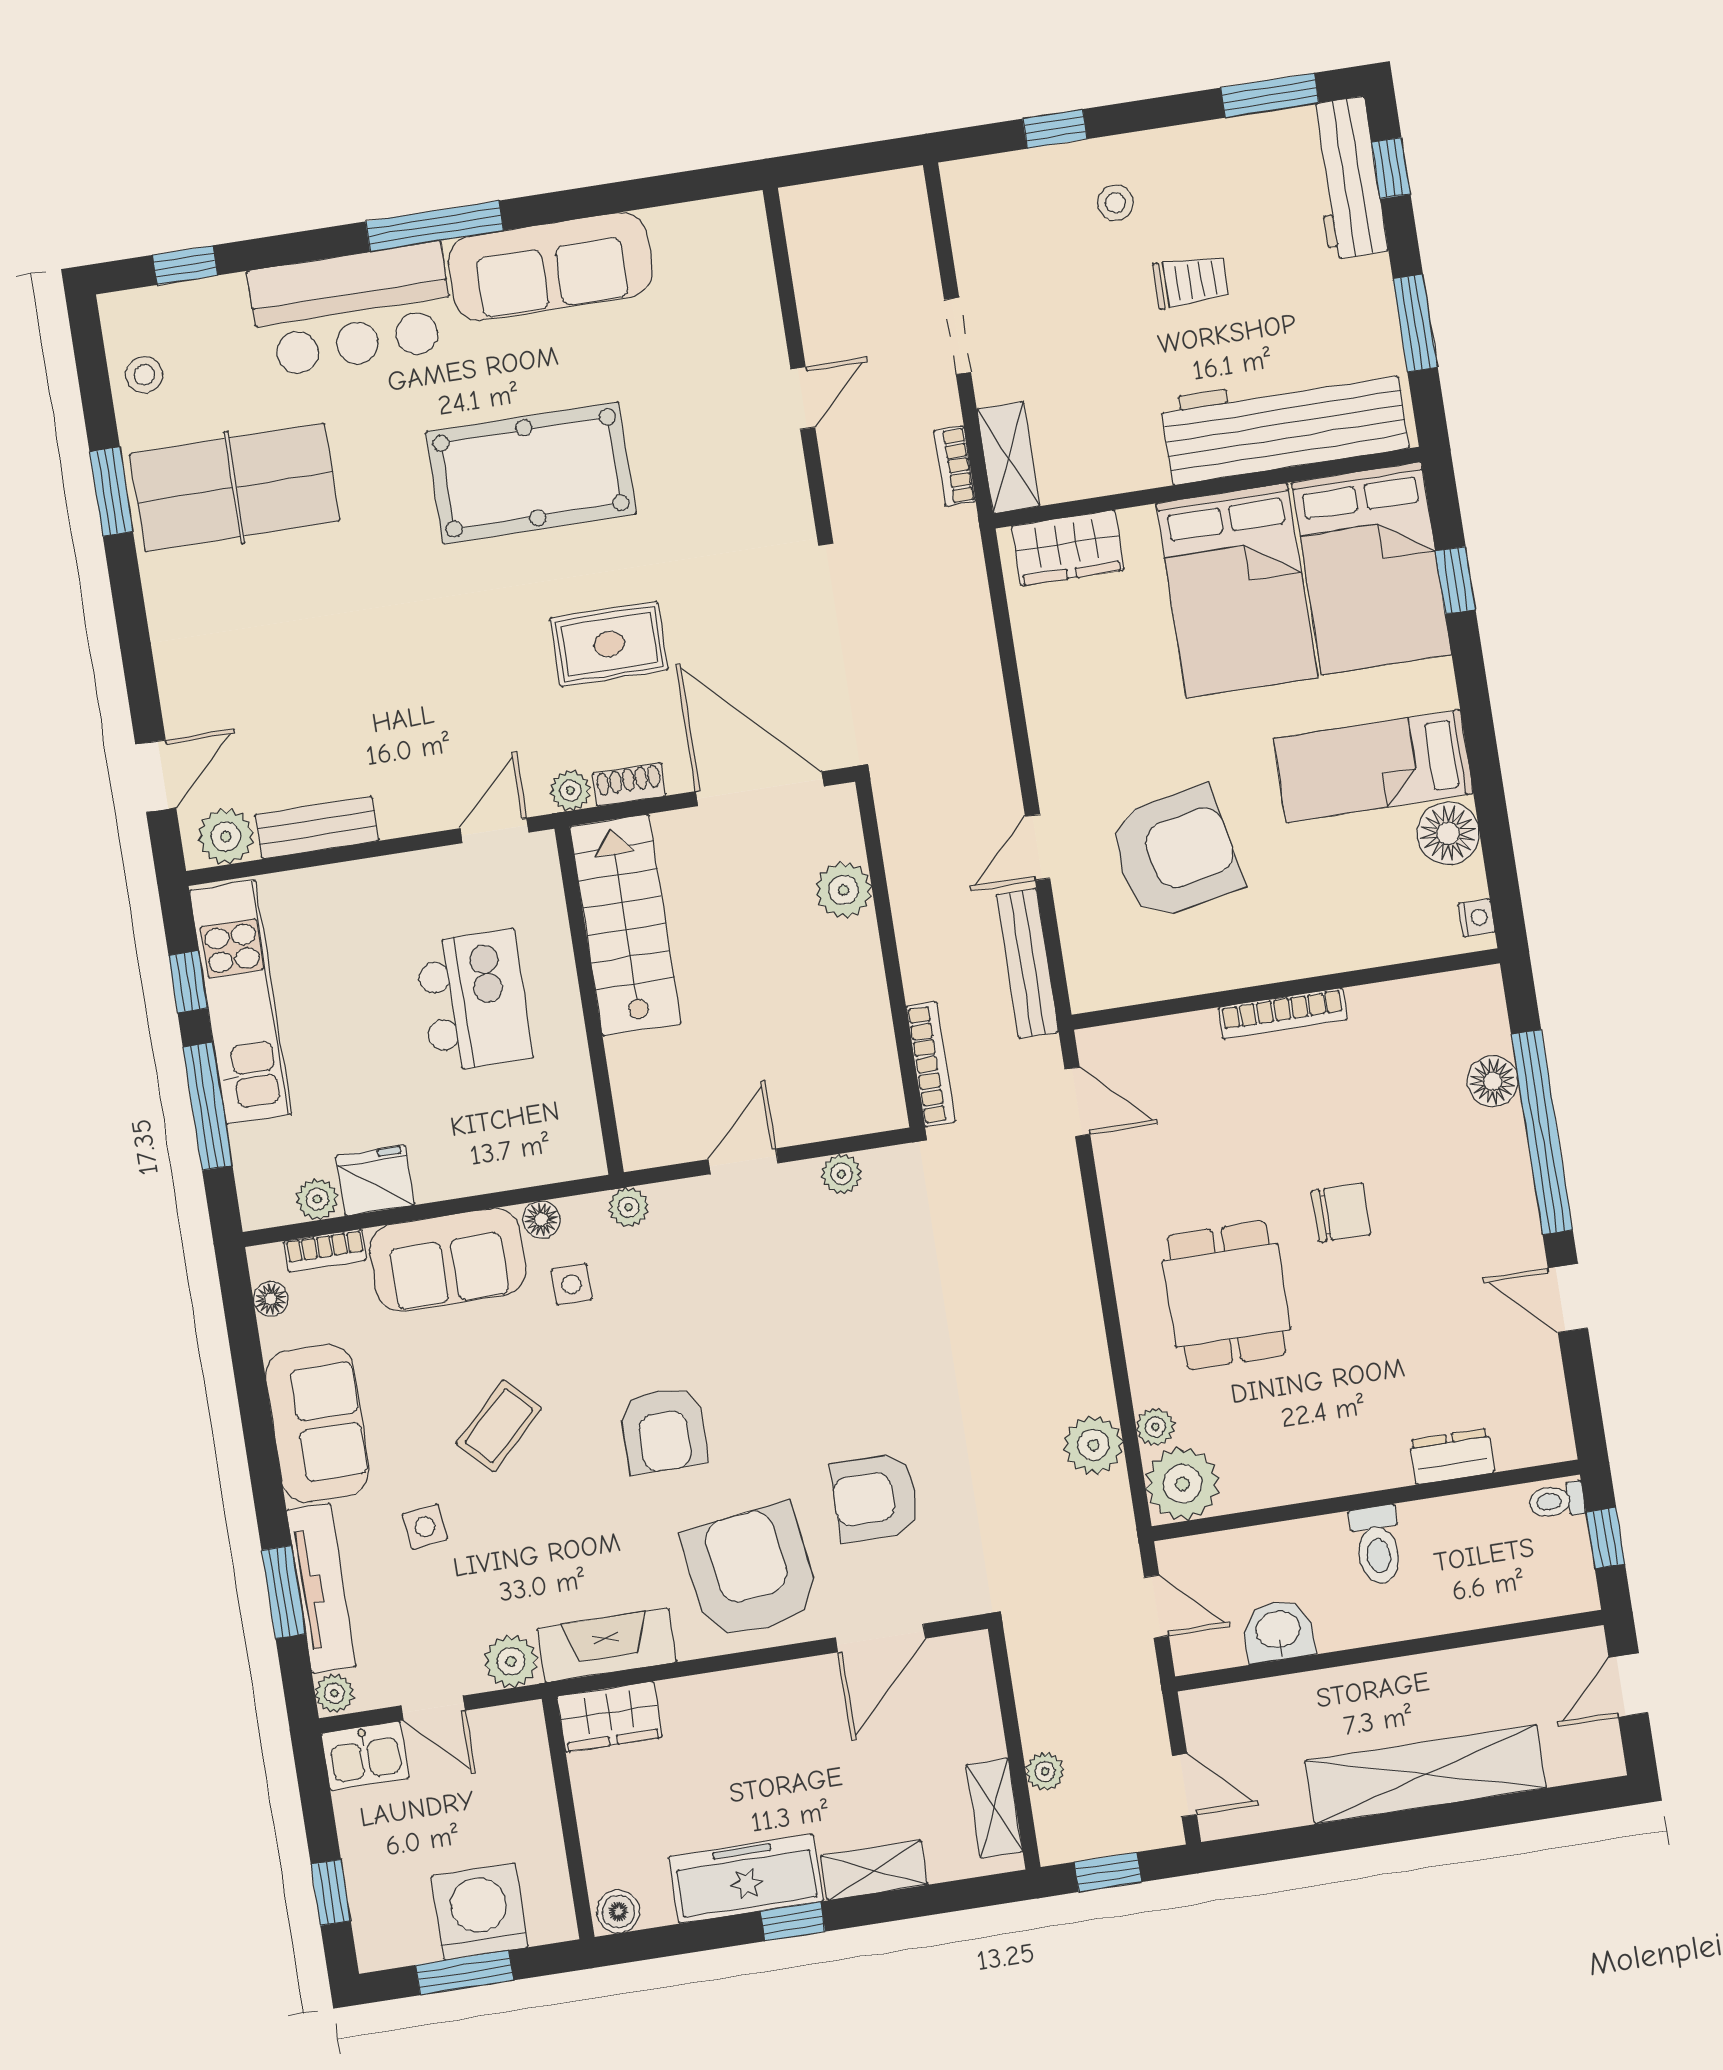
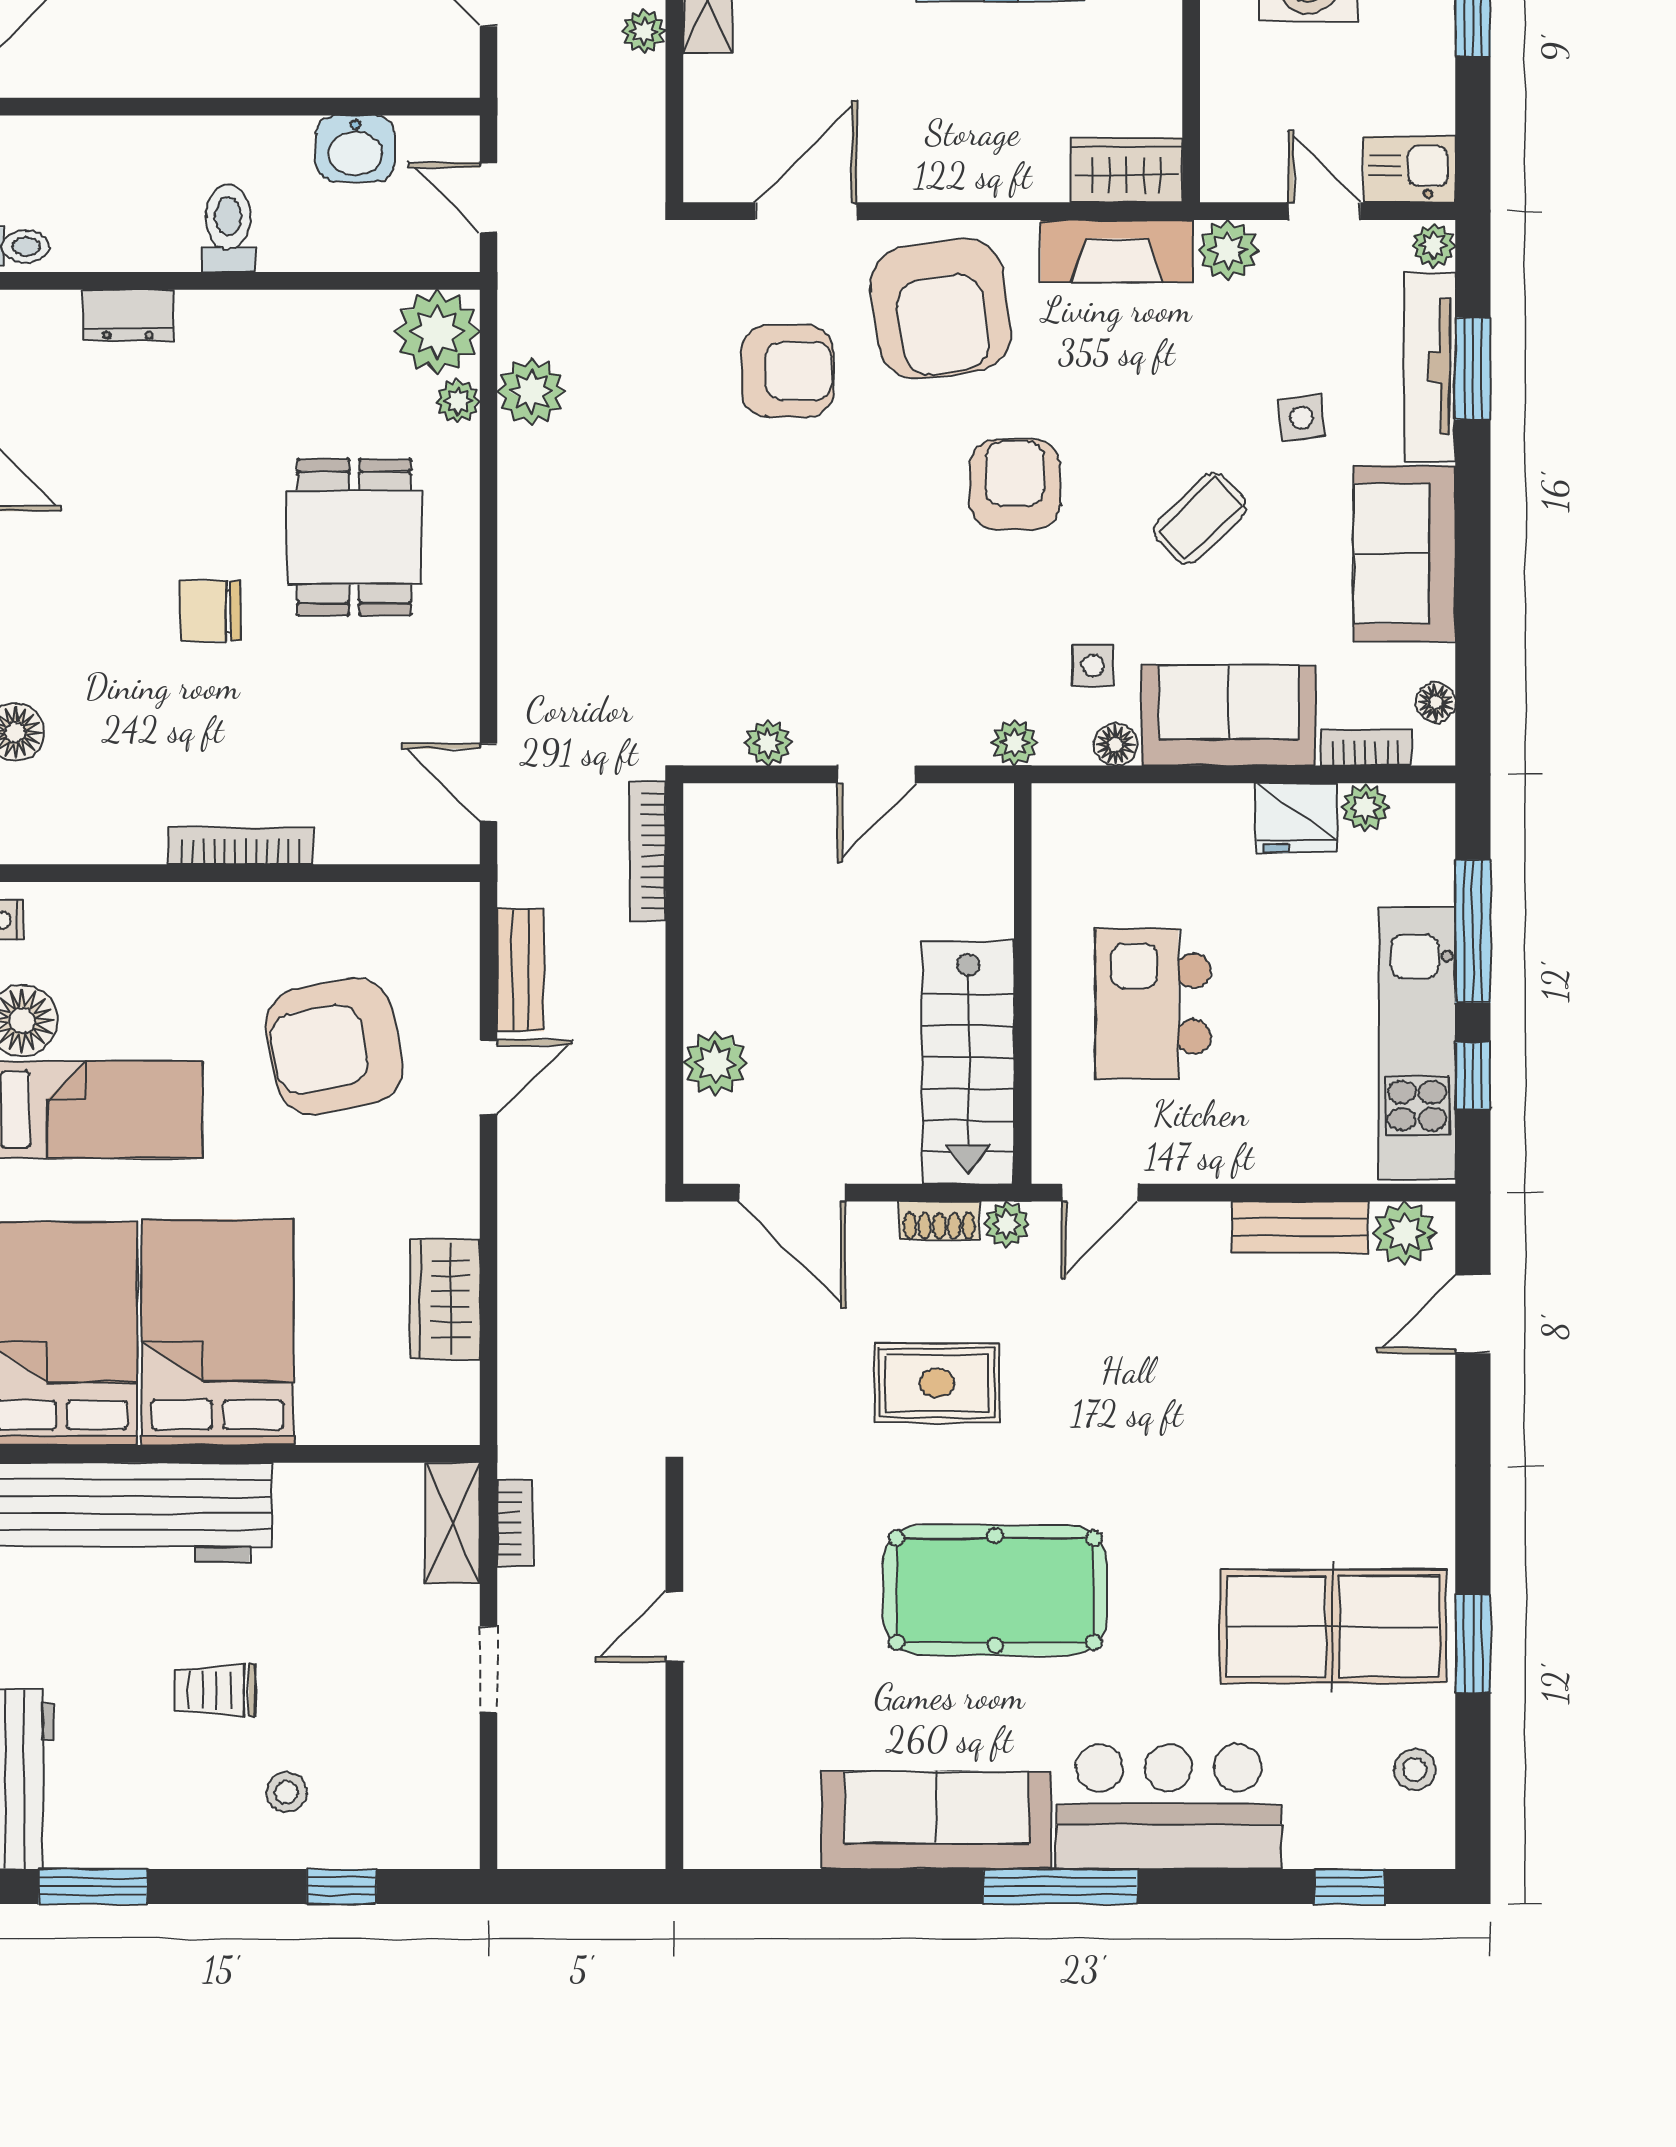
wardrobe: (1068, 548) -> (445, 1299), moved, turned -90
door: (760, 789) -> (792, 1193), width x0.73
bench: (1027, 963) -> (521, 970), width x0.73

